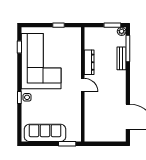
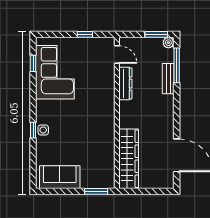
corner sofa: (41, 61) -> (55, 72), width x0.73, depth x0.74
door: (83, 85) -> (117, 55), moved
wardrobe: (92, 119) -> (129, 159), added
sofa: (45, 133) -> (60, 177), width x0.73

